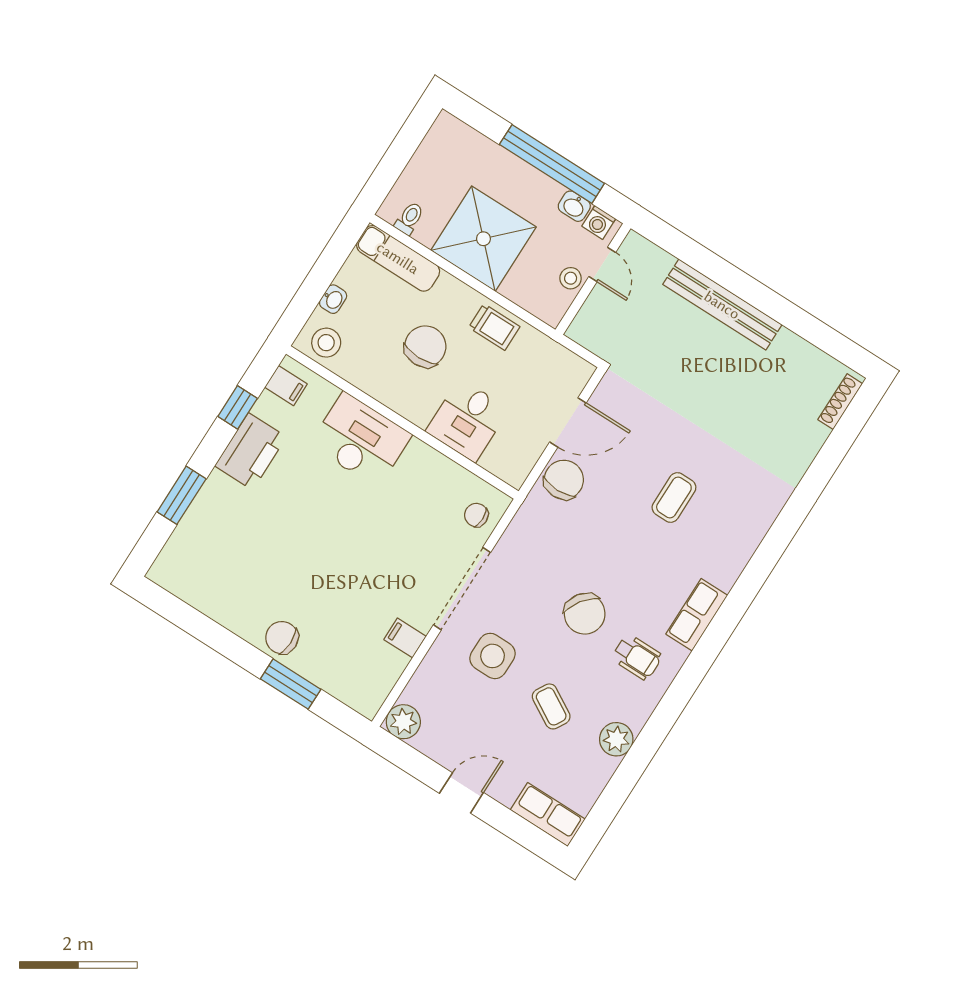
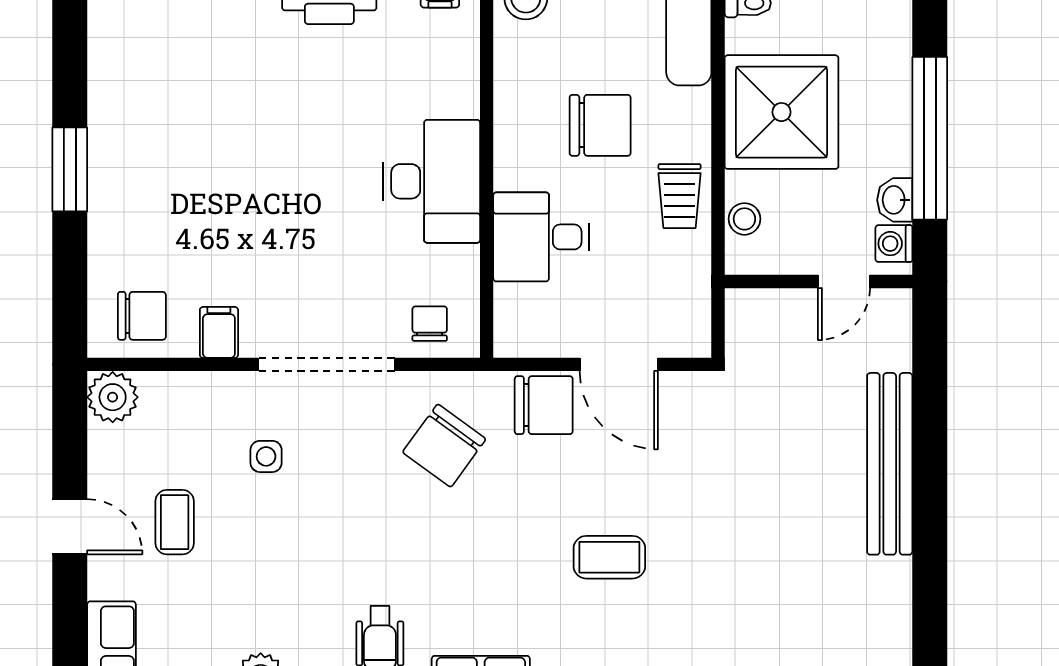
stool: (571, 278) -> (744, 219), moved
desk: (361, 440) -> (432, 181), moved
chair: (585, 614) -> (444, 446), moved
chair: (282, 638) -> (142, 316), moved, turned 90
side table: (493, 656) -> (266, 456), width x0.54, depth x0.54
window: (291, 684) -> (70, 169), moved
coffee table: (551, 706) -> (175, 522), moved, turned -30

